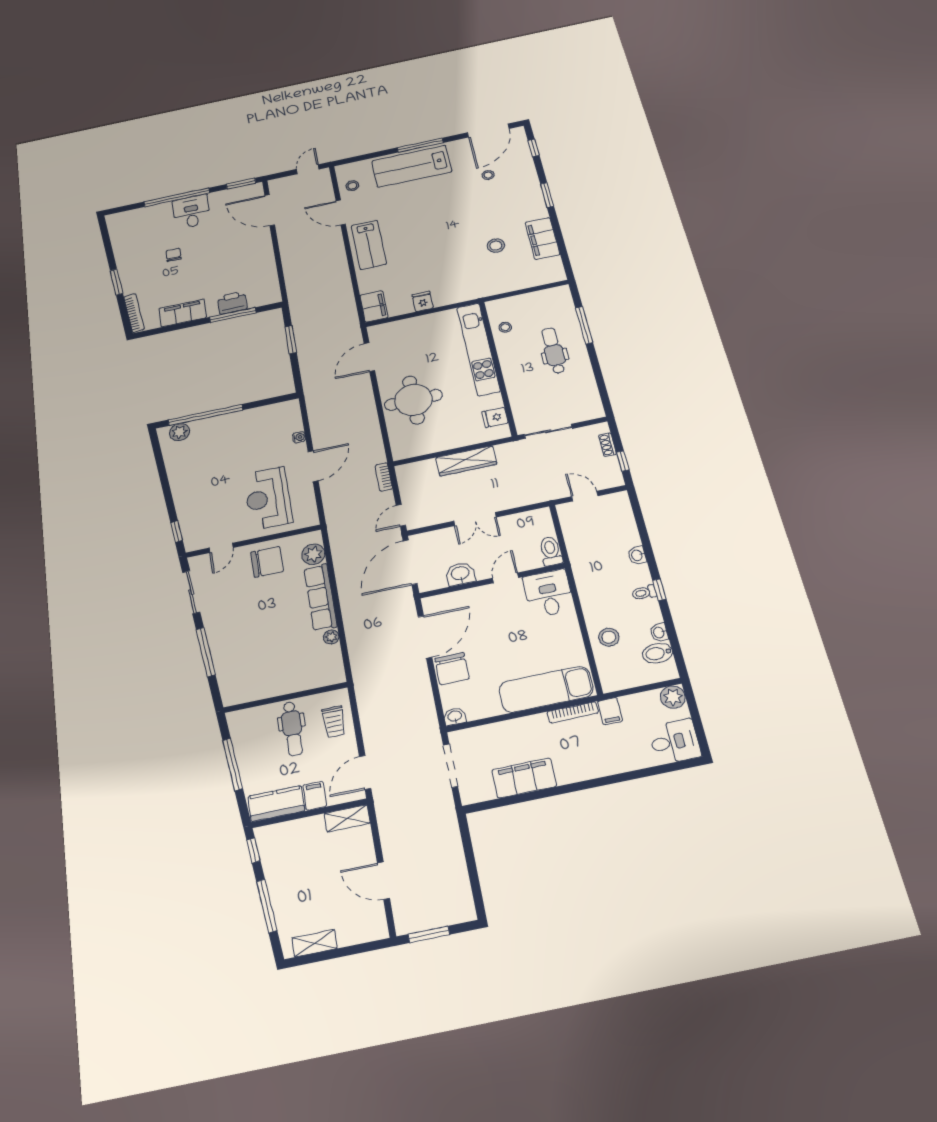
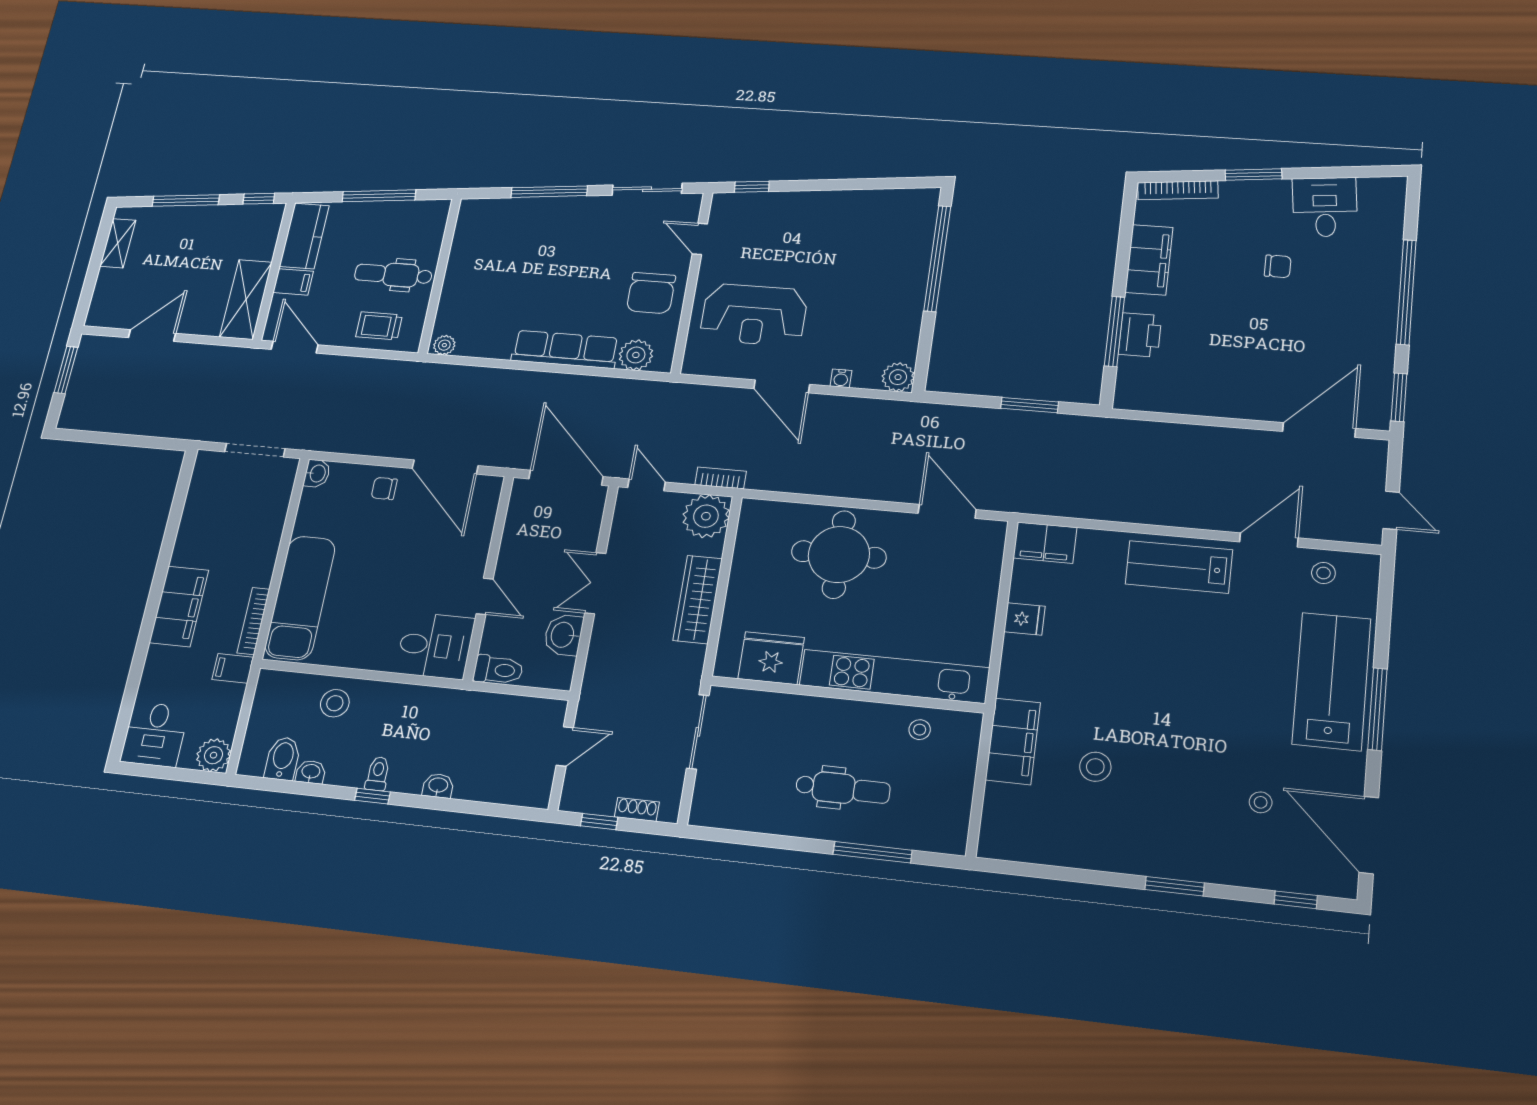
desk: (191, 212) -> (1325, 207), moved, turned -96
filing cabinet: (542, 238) -> (1013, 741), moved, turned 90
fridge: (495, 417) -> (771, 658), width x1.88, depth x1.34
plant: (180, 432) -> (898, 377), moved
plant: (411, 476) -> (706, 516), added
reception desk: (268, 498) -> (754, 315), turned 180
washbasin: (460, 574) -> (563, 635), moved, turned 180
plant: (331, 637) -> (444, 345), moved
chair: (452, 669) -> (384, 488), width x0.54, depth x0.54
filing cabinet: (524, 778) -> (179, 606), moved
shelving: (347, 818) -> (246, 299), width x1.50, depth x1.33

